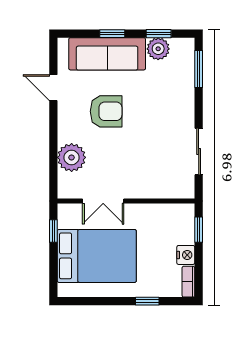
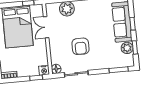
armchair: (106, 111) -> (81, 46), moved
floor lamp: (185, 189) -> (56, 69), added
nightstand: (186, 255) -> (44, 70), moved

